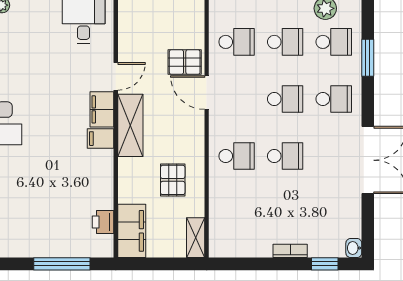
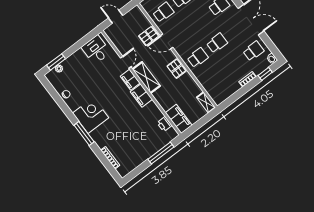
school desk: (285, 99) -> (253, 51), moved
filing cabinet: (101, 139) -> (141, 96), width x2.00
pallet: (173, 180) -> (177, 69), moved

